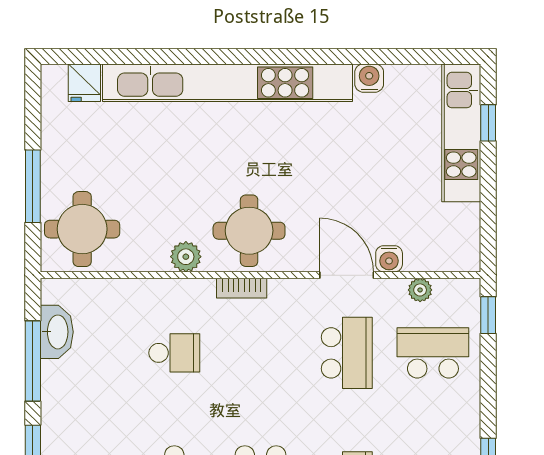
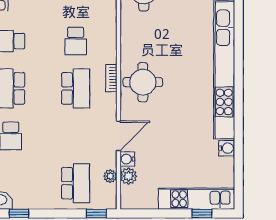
plant: (186, 257) -> (129, 176), moved
school desk: (347, 353) -> (76, 88), moved, turned -90

